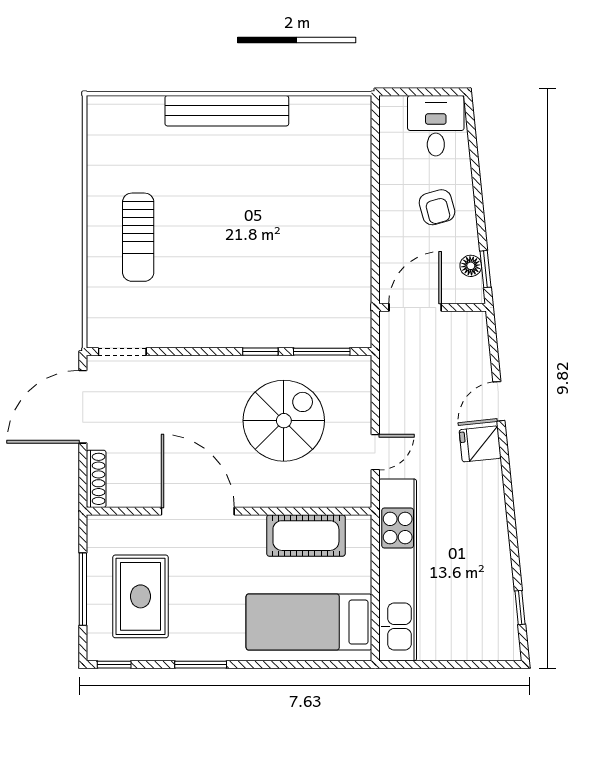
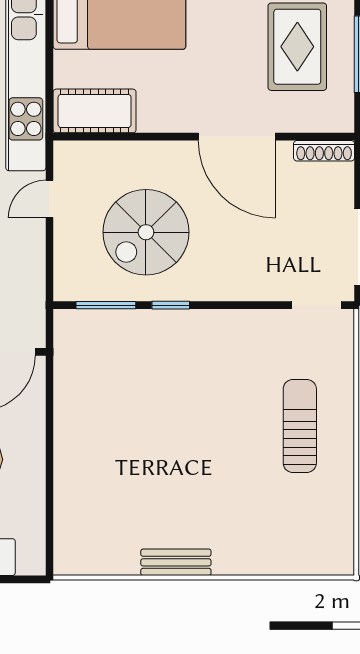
bench: (227, 111) -> (176, 562), width x0.54, depth x0.82
shoe rack: (96, 479) -> (324, 151), moved, turned -90
cot: (306, 536) -> (95, 111), moved

